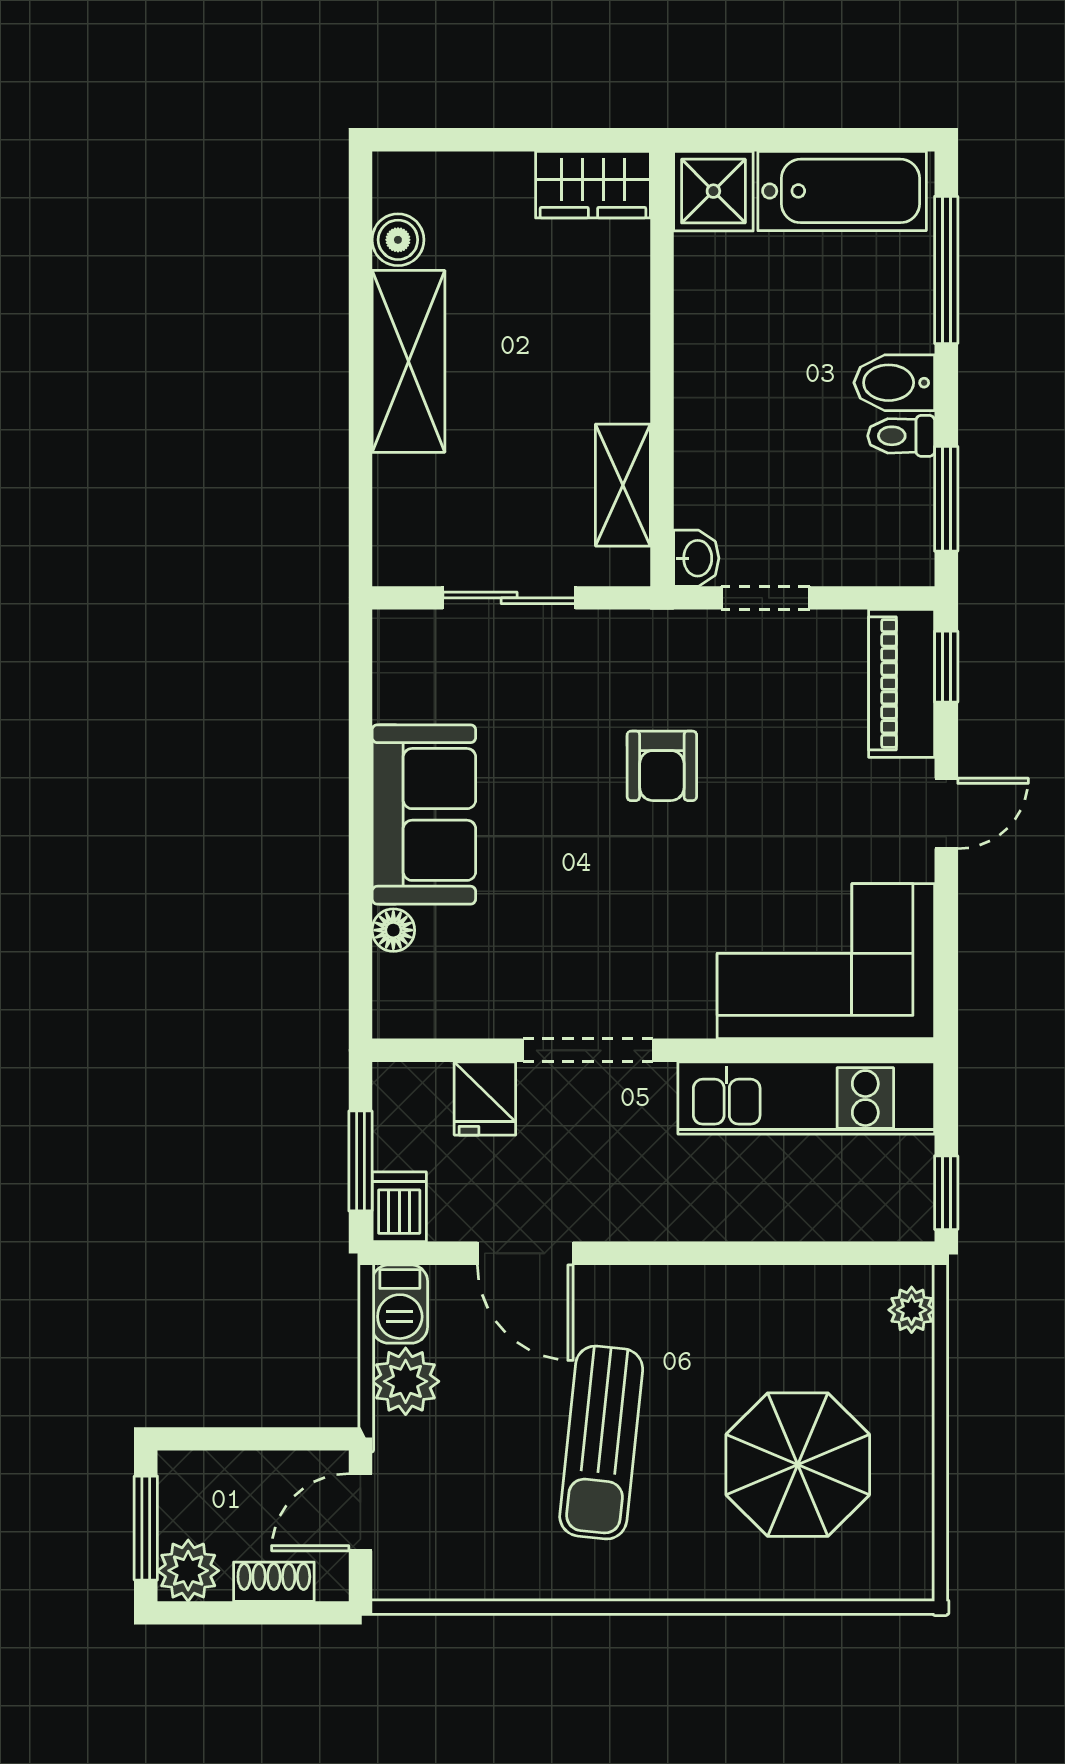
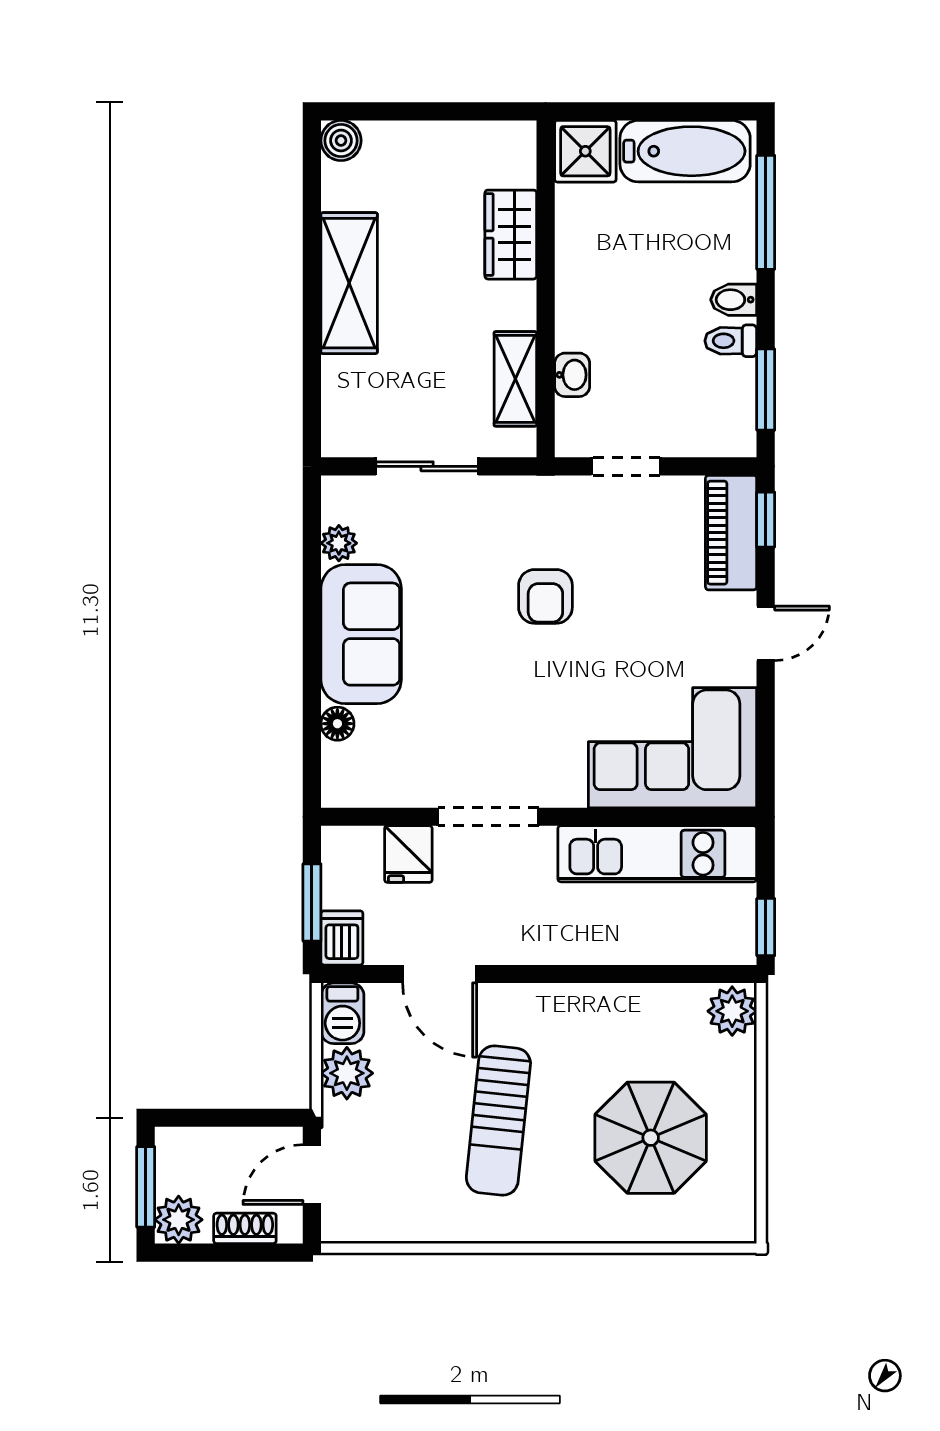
wardrobe: (593, 185) -> (511, 235), moved, turned 90
boiler: (398, 240) -> (341, 141), moved
bidet: (894, 383) -> (734, 300), width x0.72, depth x0.74
washbasin: (696, 558) -> (572, 375), moved
plant: (395, 697) -> (339, 543), added
plant: (912, 1310) -> (732, 1011), width x1.38, depth x1.38

